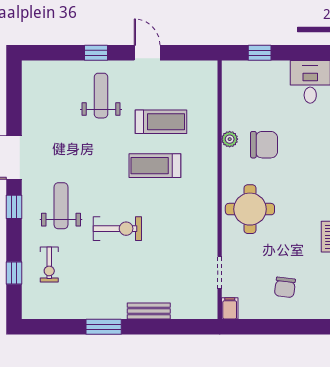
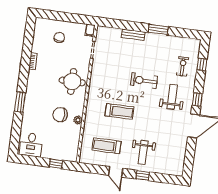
treadmill: (161, 122) -> (107, 146), moved
weight bench: (61, 206) -> (172, 97), turned 180

